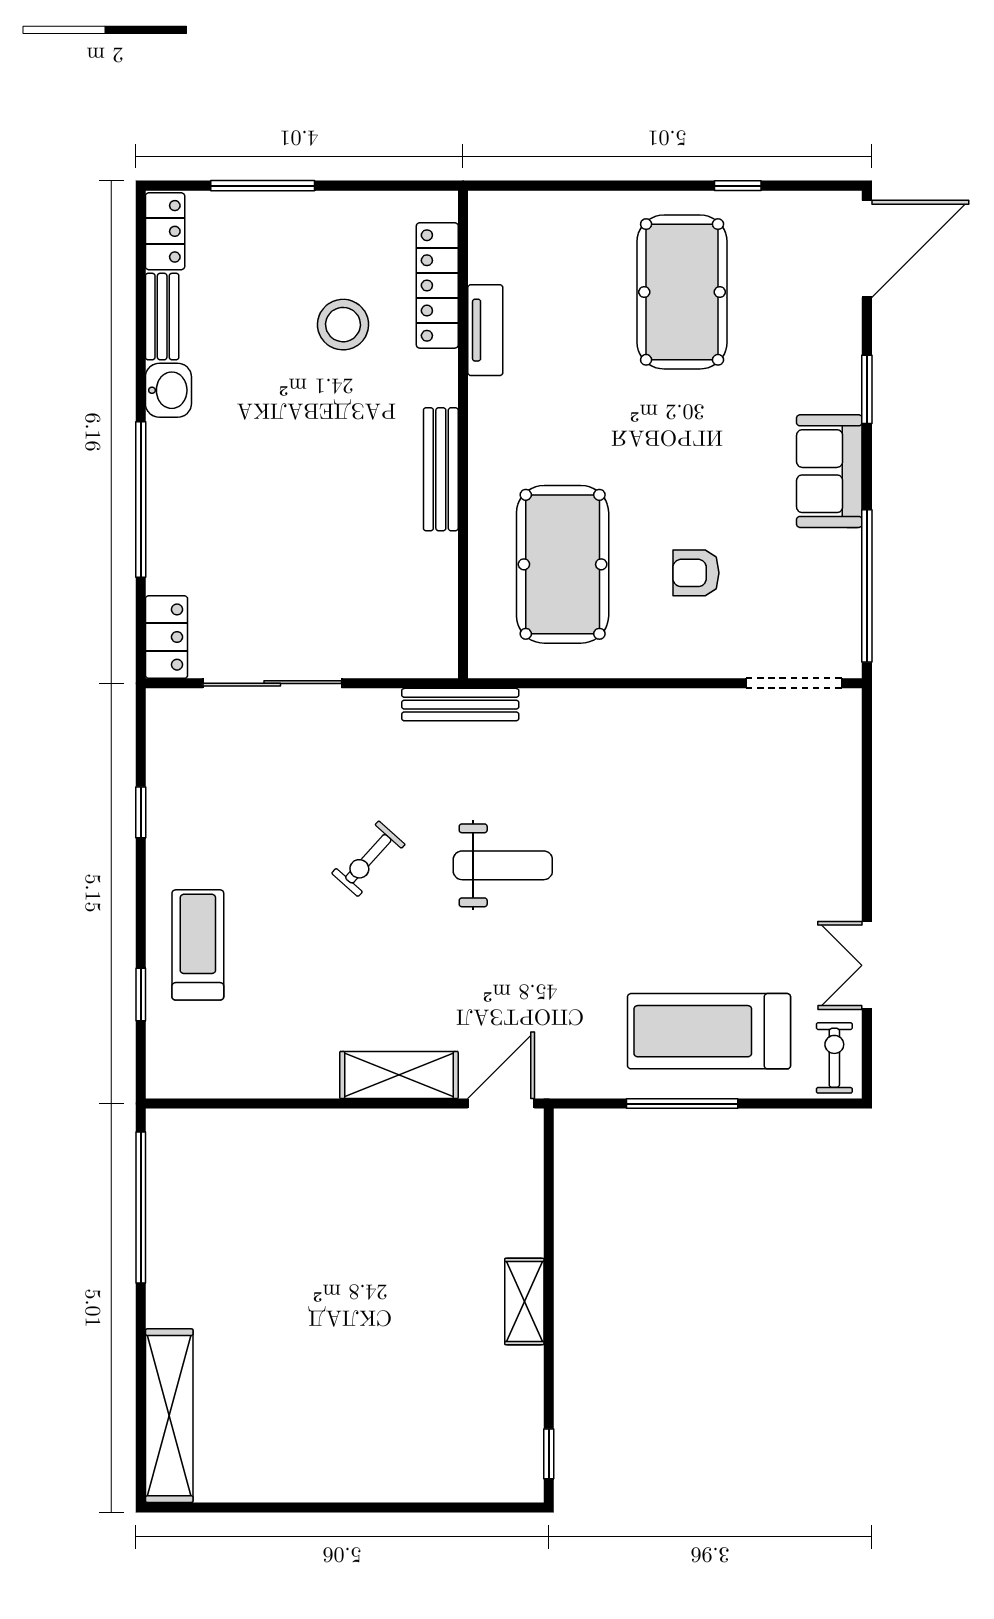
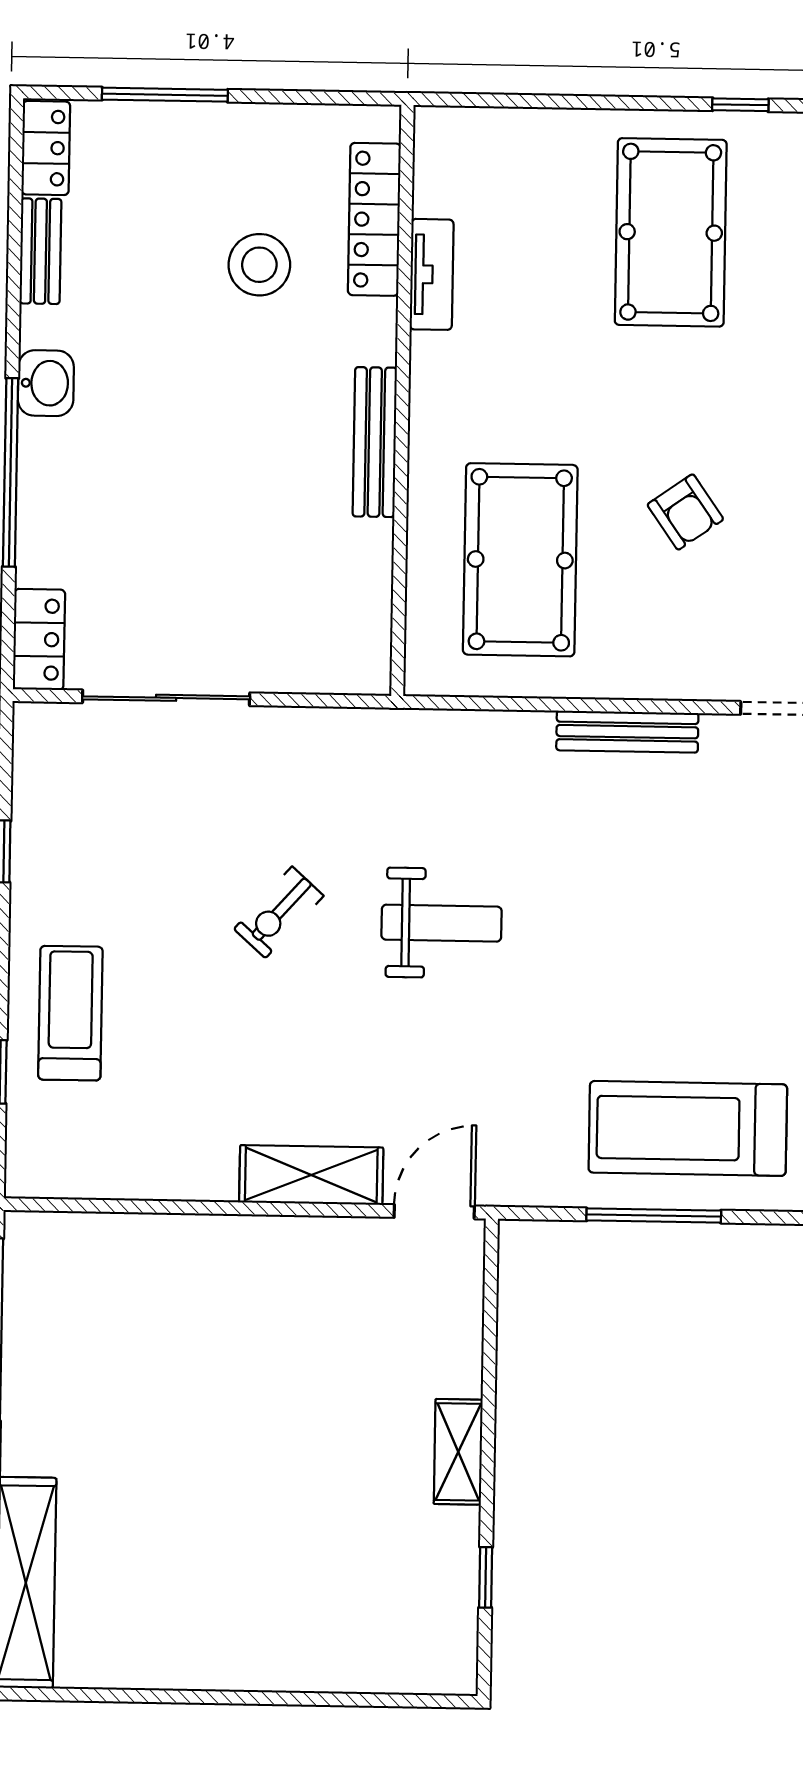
washbasin: (168, 390) -> (46, 383), moved
armchair: (696, 573) -> (685, 512), moved, turned -125
bench: (460, 705) -> (627, 732), moved
window: (549, 1454) -> (486, 1577), moved

